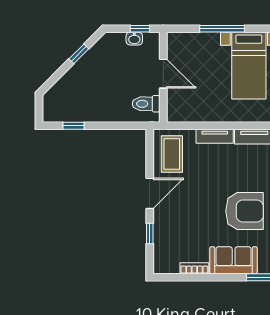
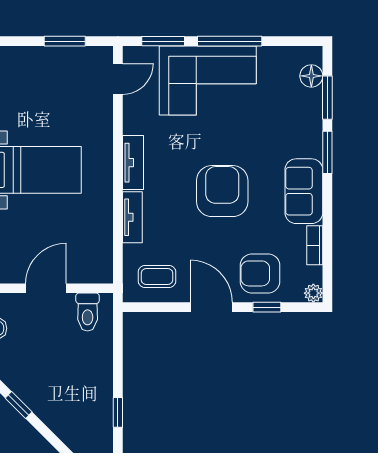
coffee table: (172, 154) -> (157, 276), width x0.73, depth x0.77
armchair: (245, 211) -> (222, 191), moved
armchair: (174, 229) -> (260, 273), added
plant: (160, 267) -> (313, 293), added

